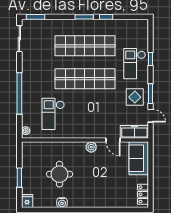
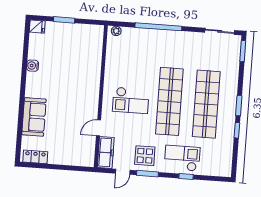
checkout: (53, 114) -> (131, 100), moved, turned 180
plant: (91, 147) -> (92, 103), removed
sofa: (139, 158) -> (34, 117), moved, turned 90
round table: (59, 174) -> (65, 65), removed

